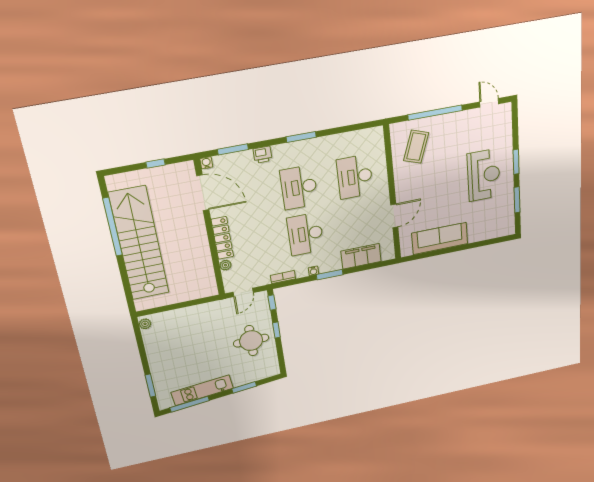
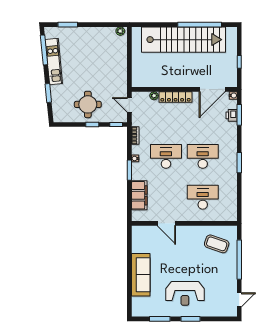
printer: (263, 155) -> (232, 115), moved
sofa: (440, 239) -> (141, 275), moved

